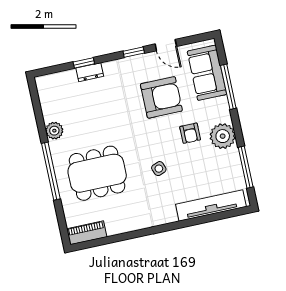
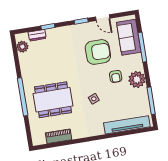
dresser: (90, 72) -> (37, 35), moved
plant: (54, 131) -> (22, 47), moved
piano: (87, 233) -> (59, 136), moved

